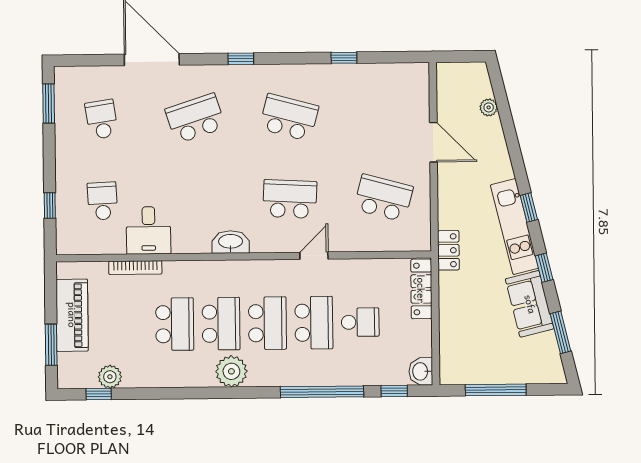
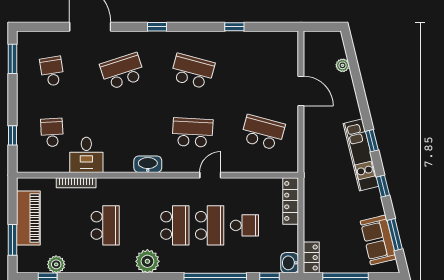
locker: (448, 250) -> (311, 258), moved
sofa: (530, 304) -> (378, 240), moved
school desk: (221, 324) -> (140, 225), removed

